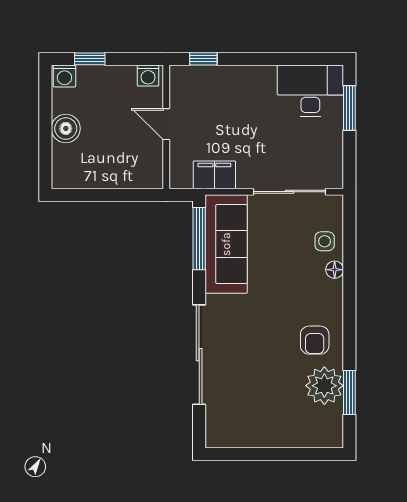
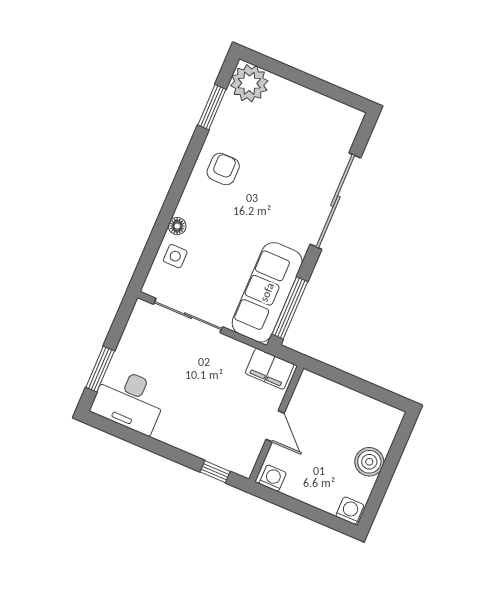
window: (90, 59) -> (320, 516), removed
filing cabinet: (214, 175) -> (270, 369), moved
plant: (324, 386) -> (249, 83), moved

